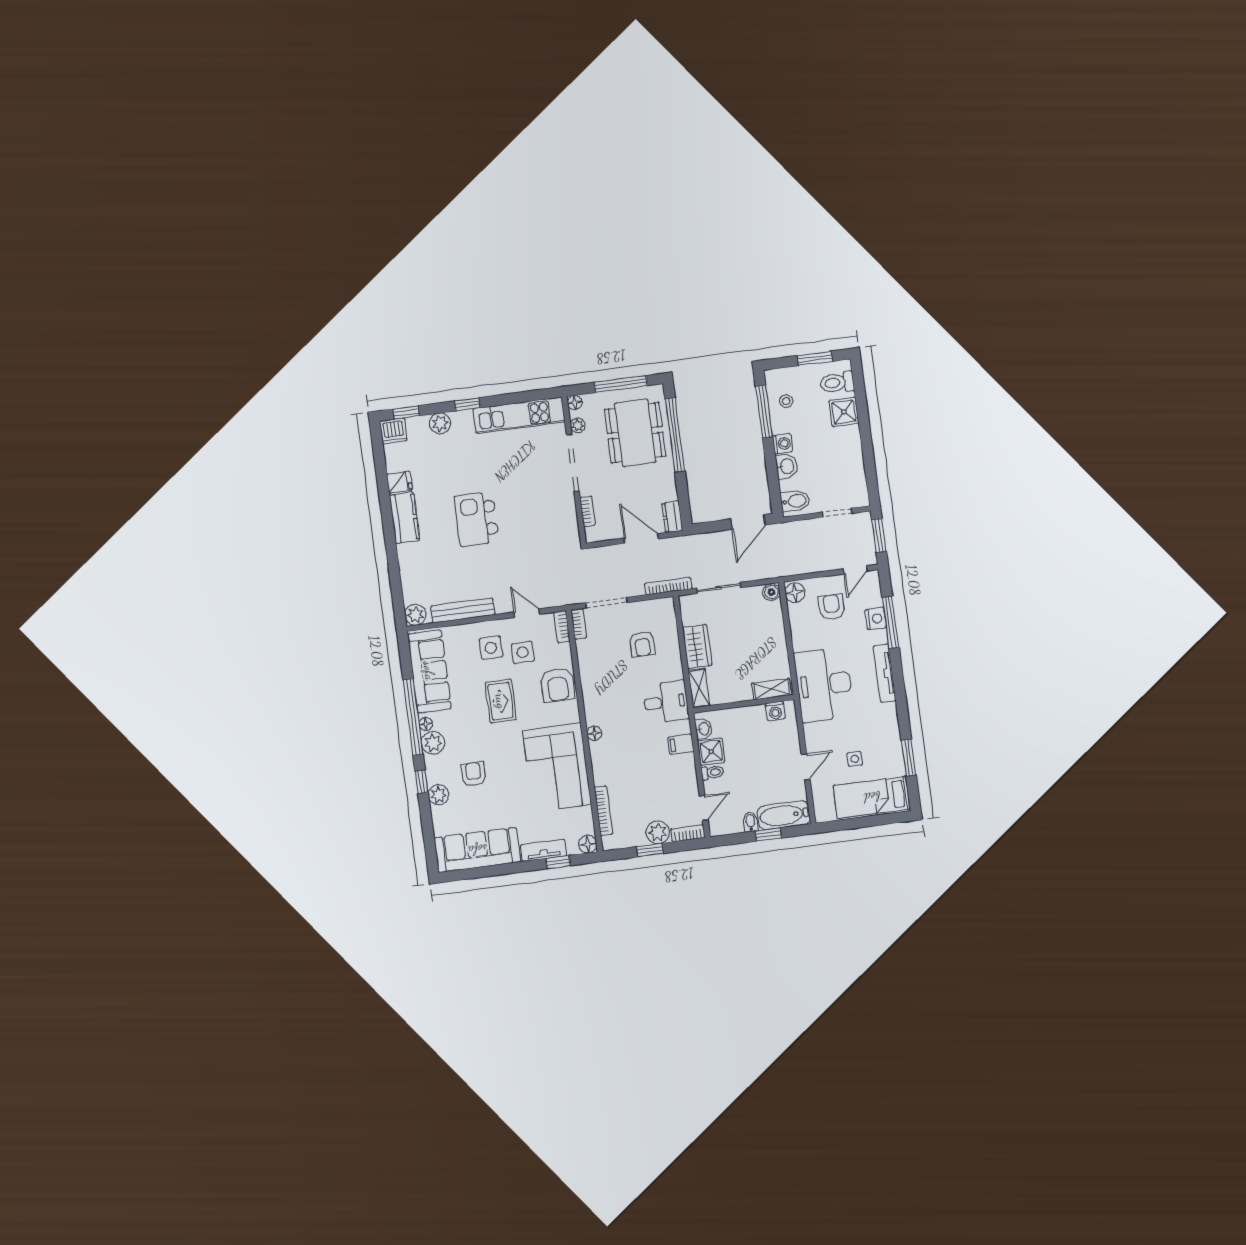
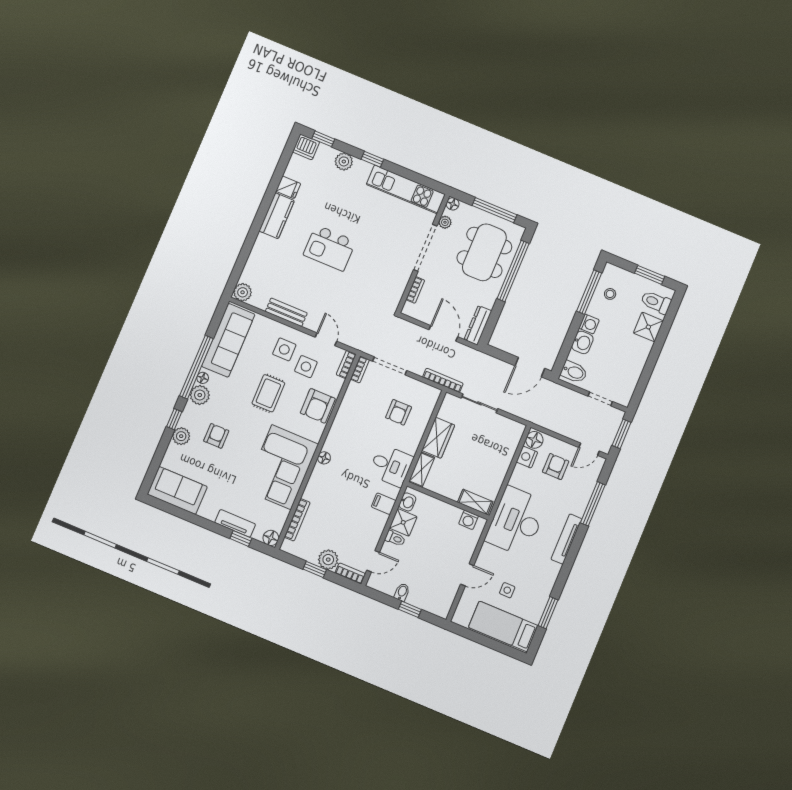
dresser: (672, 517) -> (478, 325), width x1.44
kitchen island: (477, 519) -> (330, 248), turned -90
boiler: (771, 592) -> (517, 429), removed
bench: (463, 610) -> (286, 312), width x0.73
nightstand: (876, 619) -> (527, 457), moved, turned 180
bathtub: (784, 815) -> (430, 602), removed
sofa: (477, 850) -> (177, 490), width x0.73

